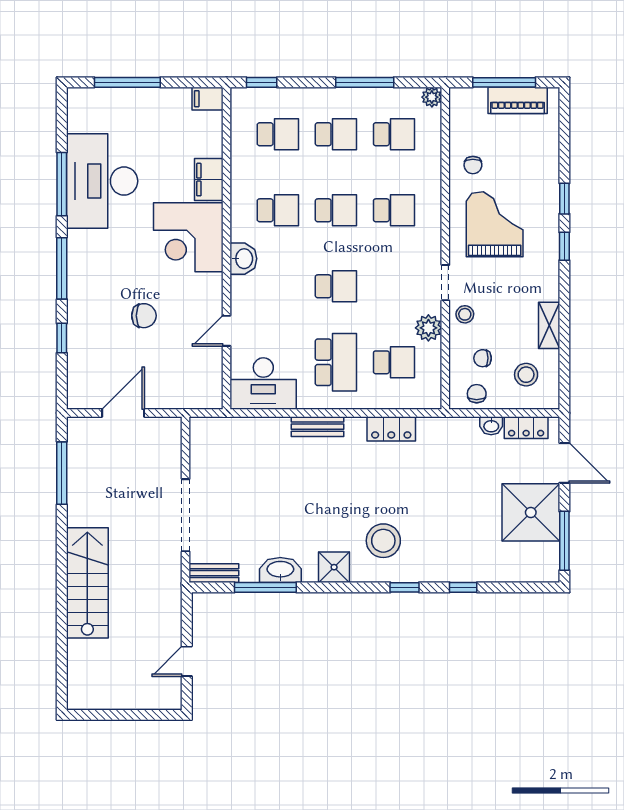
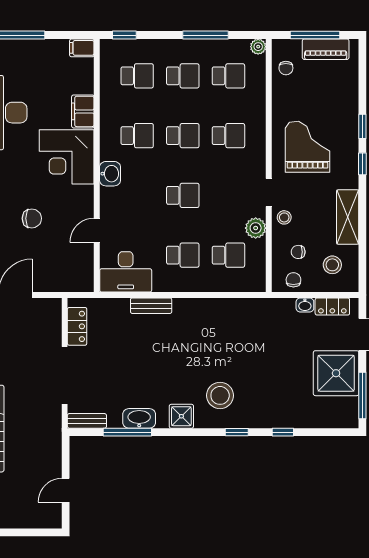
chair: (473, 165) -> (286, 68), moved
shelving: (549, 325) -> (348, 217), width x1.50, depth x1.33
school desk: (336, 362) -> (183, 255), width x0.54
bench: (317, 427) -> (151, 306), moved
locker: (391, 429) -> (77, 326), moved, turned -90

